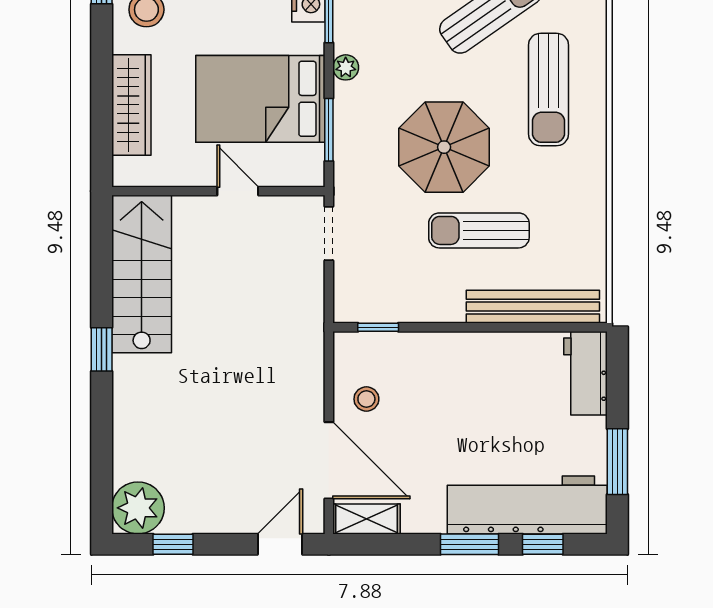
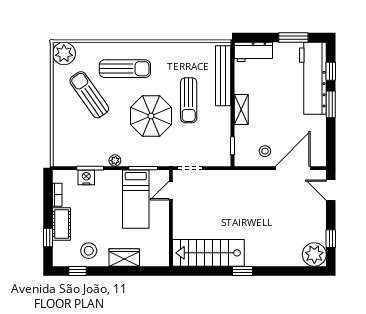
bed: (260, 99) -> (136, 199), width x0.67
wardrobe: (131, 105) -> (124, 258), width x0.67
door: (238, 191) -> (171, 190), moved
shelving: (367, 519) -> (241, 109), moved

